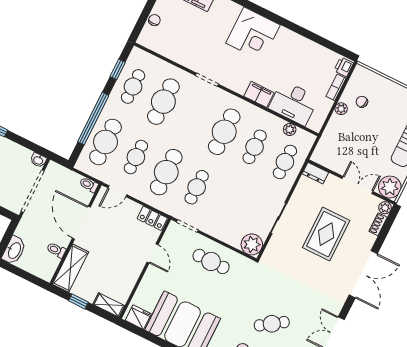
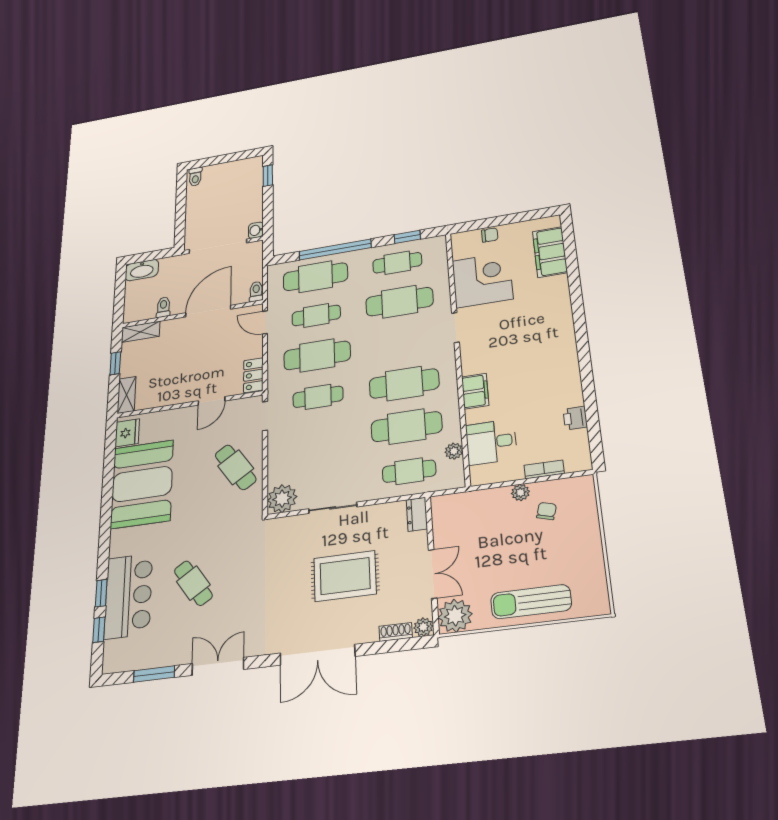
corner desk: (253, 34) -> (482, 280), moved, turned 180
printer: (344, 67) -> (575, 418), moved, turned -90
desk: (294, 103) -> (491, 442), width x0.73
cafe table: (255, 147) -> (407, 427), width x1.37, depth x1.35
cafe table: (211, 261) -> (236, 467), turned -34
shelving: (71, 268) -> (141, 332), width x0.67, depth x0.75

